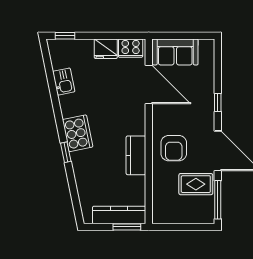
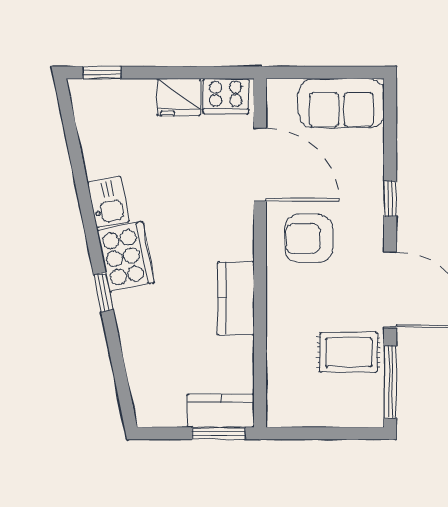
sofa: (175, 52) -> (341, 103), moved
kitchen sink: (64, 82) -> (108, 202), moved
armchair: (174, 148) -> (309, 238), moved, turned 90
kitchen counter: (119, 215) -> (221, 411), width x0.67

